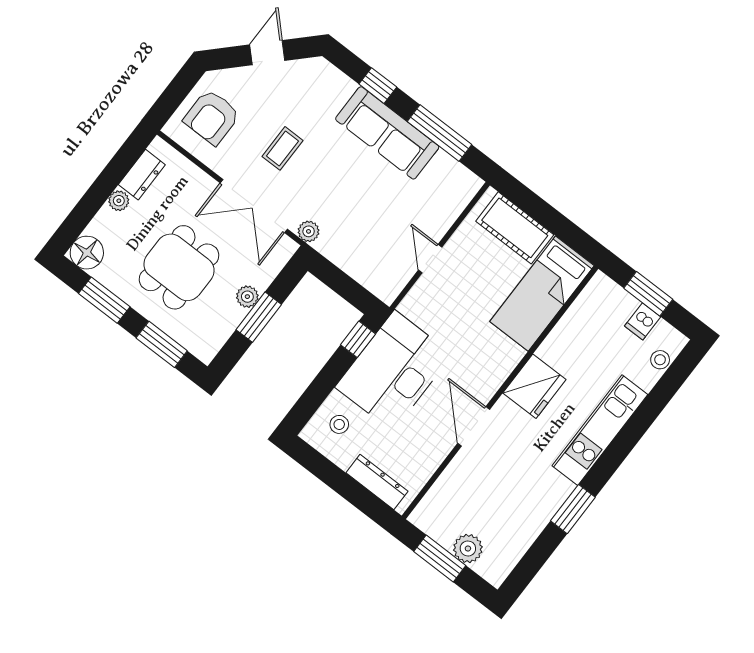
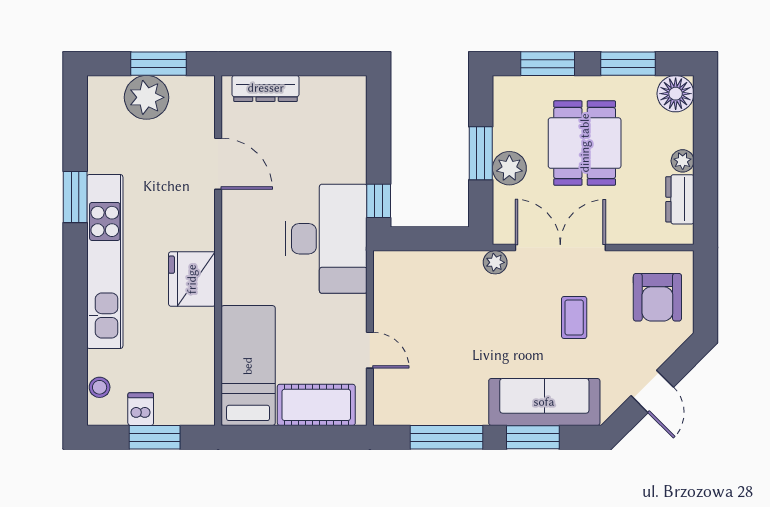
window: (378, 86) -> (533, 437), width x1.50
armchair: (212, 117) -> (657, 297), turned 180
sofa: (387, 133) -> (544, 402), moved
door: (430, 259) -> (370, 350), moved
plant: (247, 297) -> (509, 168), width x1.38, depth x1.38
desk: (394, 371) -> (326, 239), moved
stool: (339, 424) -> (338, 113), removed
door: (474, 426) -> (218, 164), moved
kitchen unit: (600, 430) -> (105, 262), width x1.36
plant: (468, 548) -> (147, 97), width x1.36, depth x1.36

